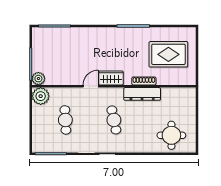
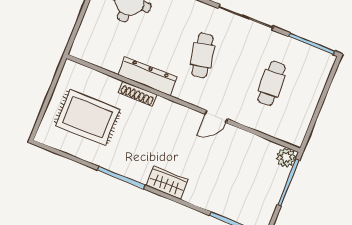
wardrobe: (111, 78) -> (167, 183), moved, turned 180
plant: (41, 96) -> (293, 131), removed

